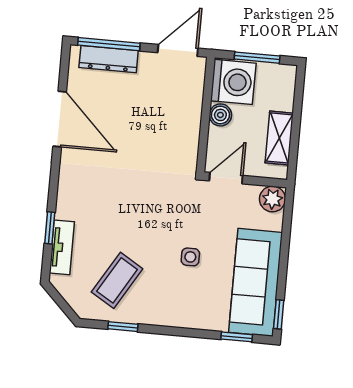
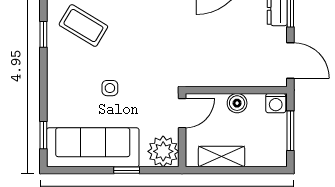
washing machine: (233, 82) -> (276, 103), width x0.53, depth x0.53
door: (226, 178) -> (182, 113), hinge flipped
plant: (272, 199) -> (163, 151), width x1.36, depth x1.36
window: (279, 314) -> (127, 170), moved

